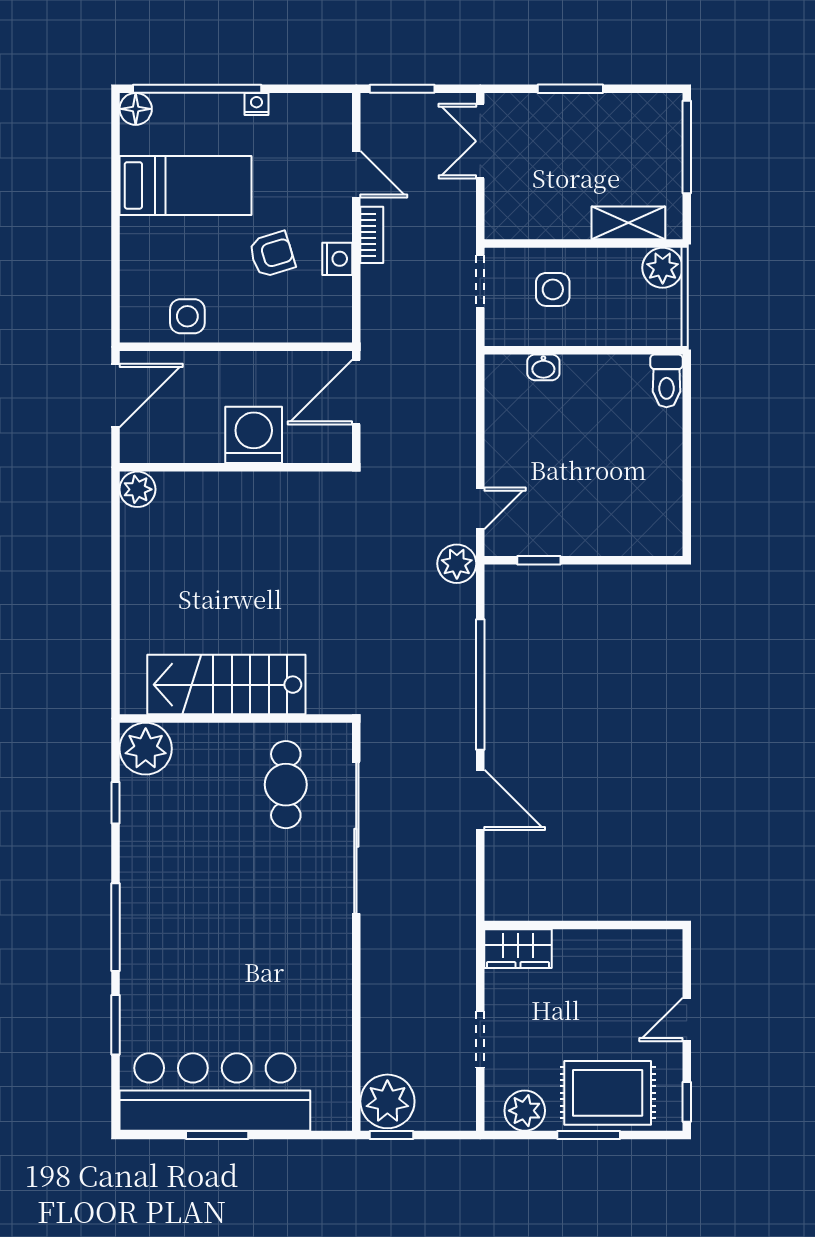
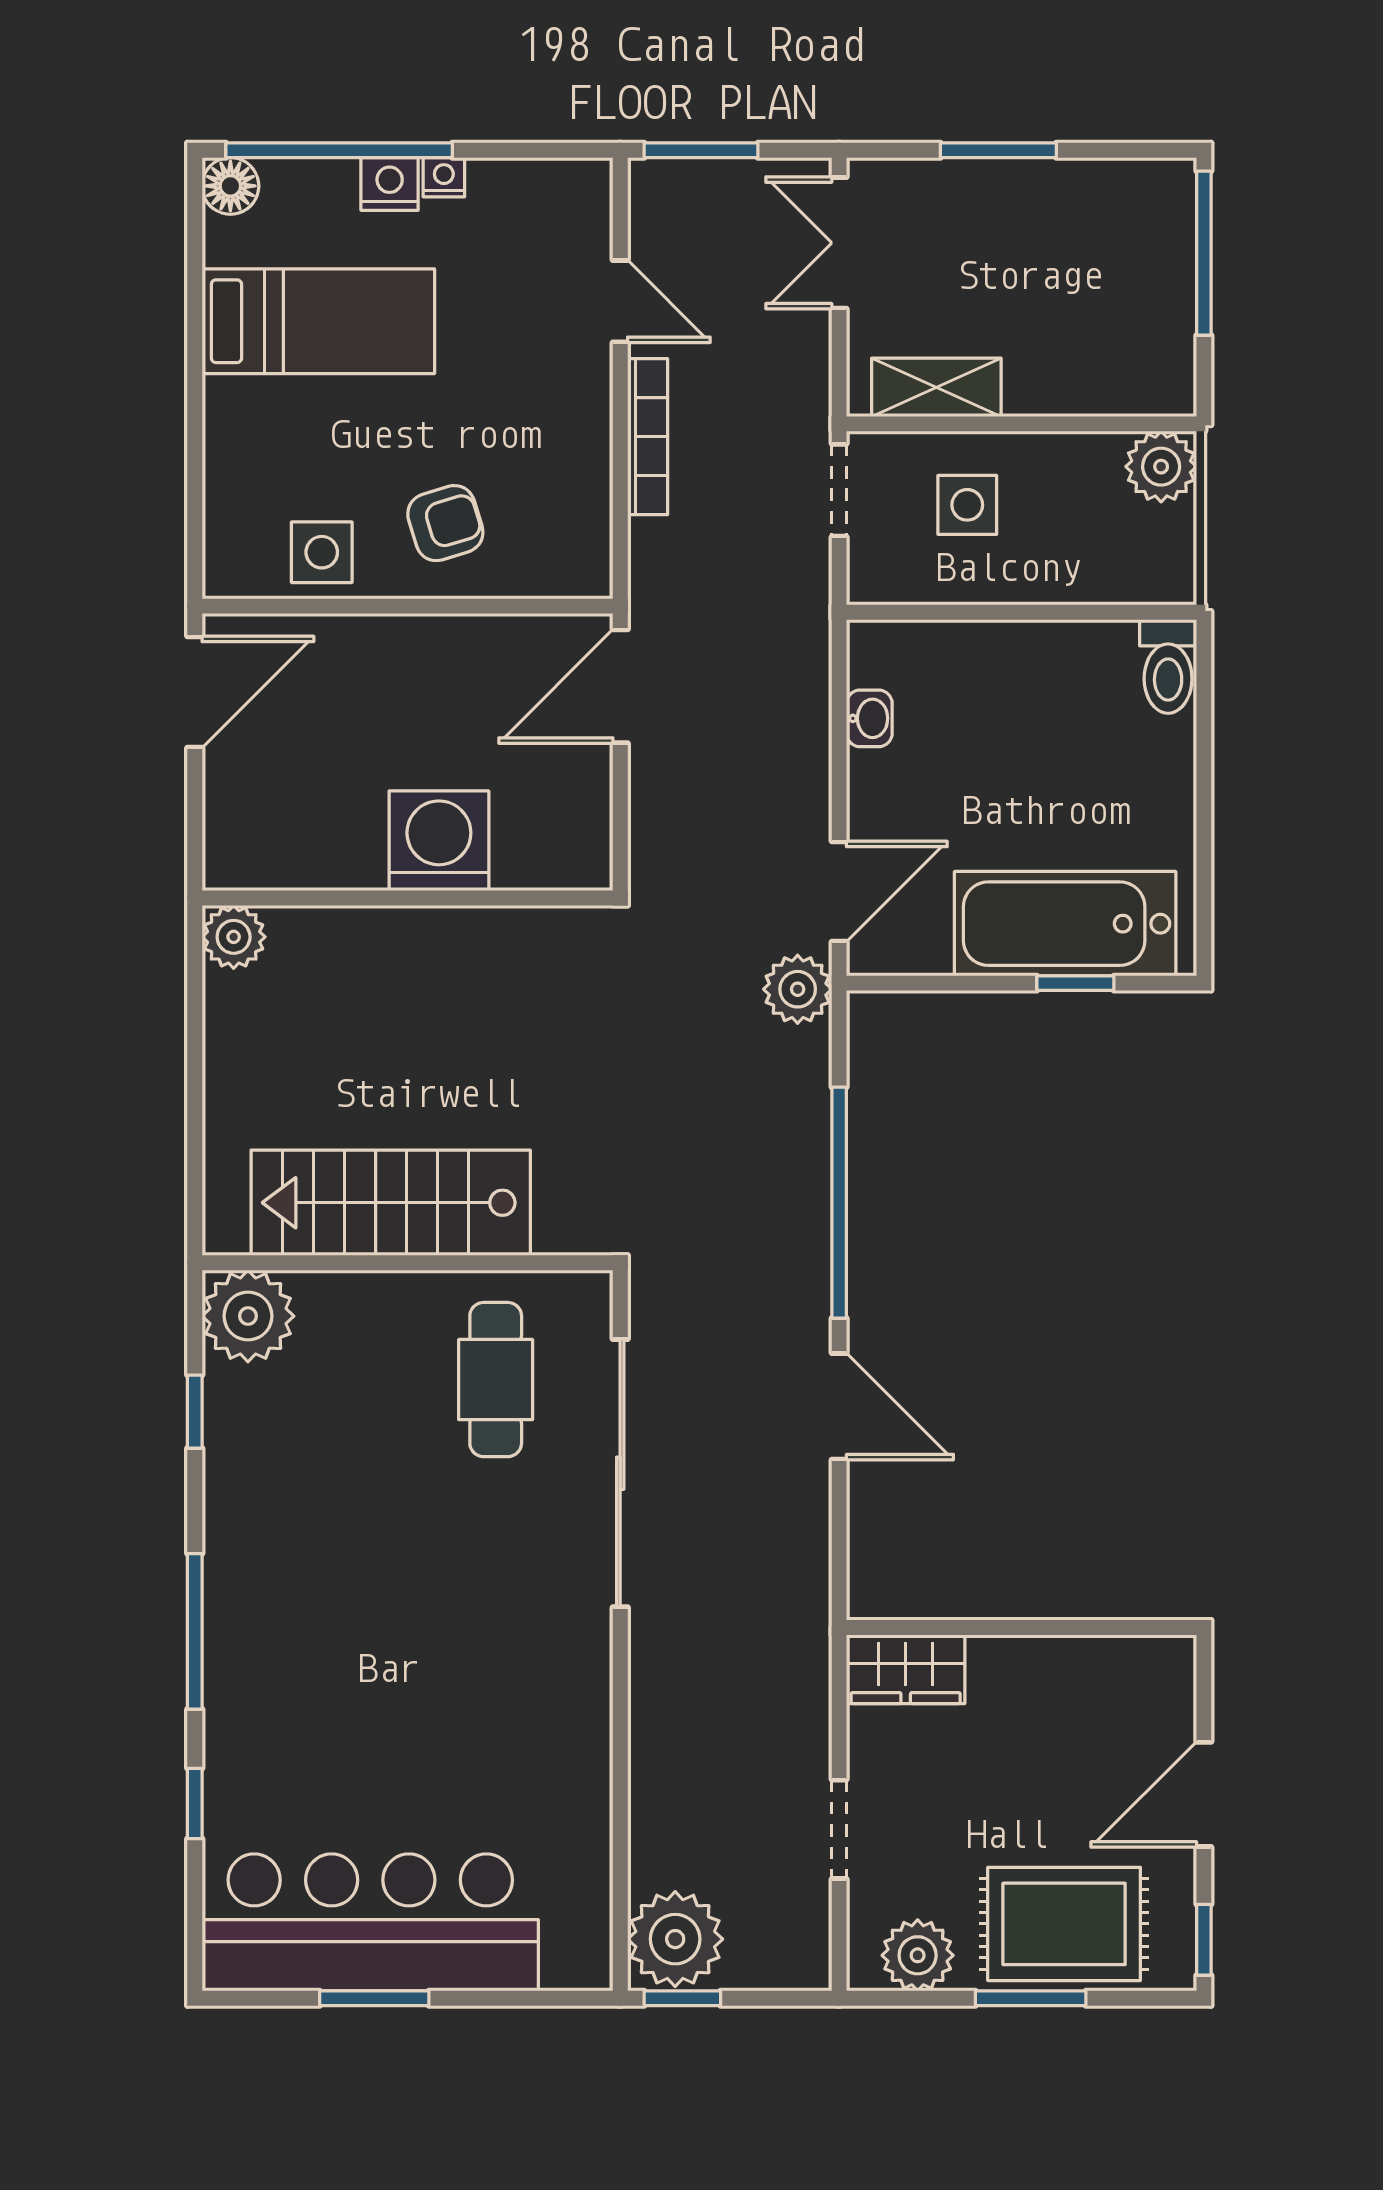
shelving: (628, 223) -> (936, 387), moved
bookcase: (372, 235) -> (648, 437), width x1.56
armchair: (272, 254) -> (445, 523), moved
nightstand: (337, 259) -> (390, 184), moved, turned -90
washbasin: (543, 367) -> (869, 718), moved, turned -90
washing machine: (254, 435) -> (439, 841), moved
wall: (236, 467) -> (407, 898), moved
plant: (137, 489) -> (234, 937), moved
door: (480, 508) -> (839, 892), width x1.38
bathtub: (608, 527) -> (1065, 924), added
window: (539, 560) -> (1075, 983), moved
door: (687, 1020) -> (1204, 1794), width x1.38
window: (115, 1025) -> (195, 1804), width x0.67

